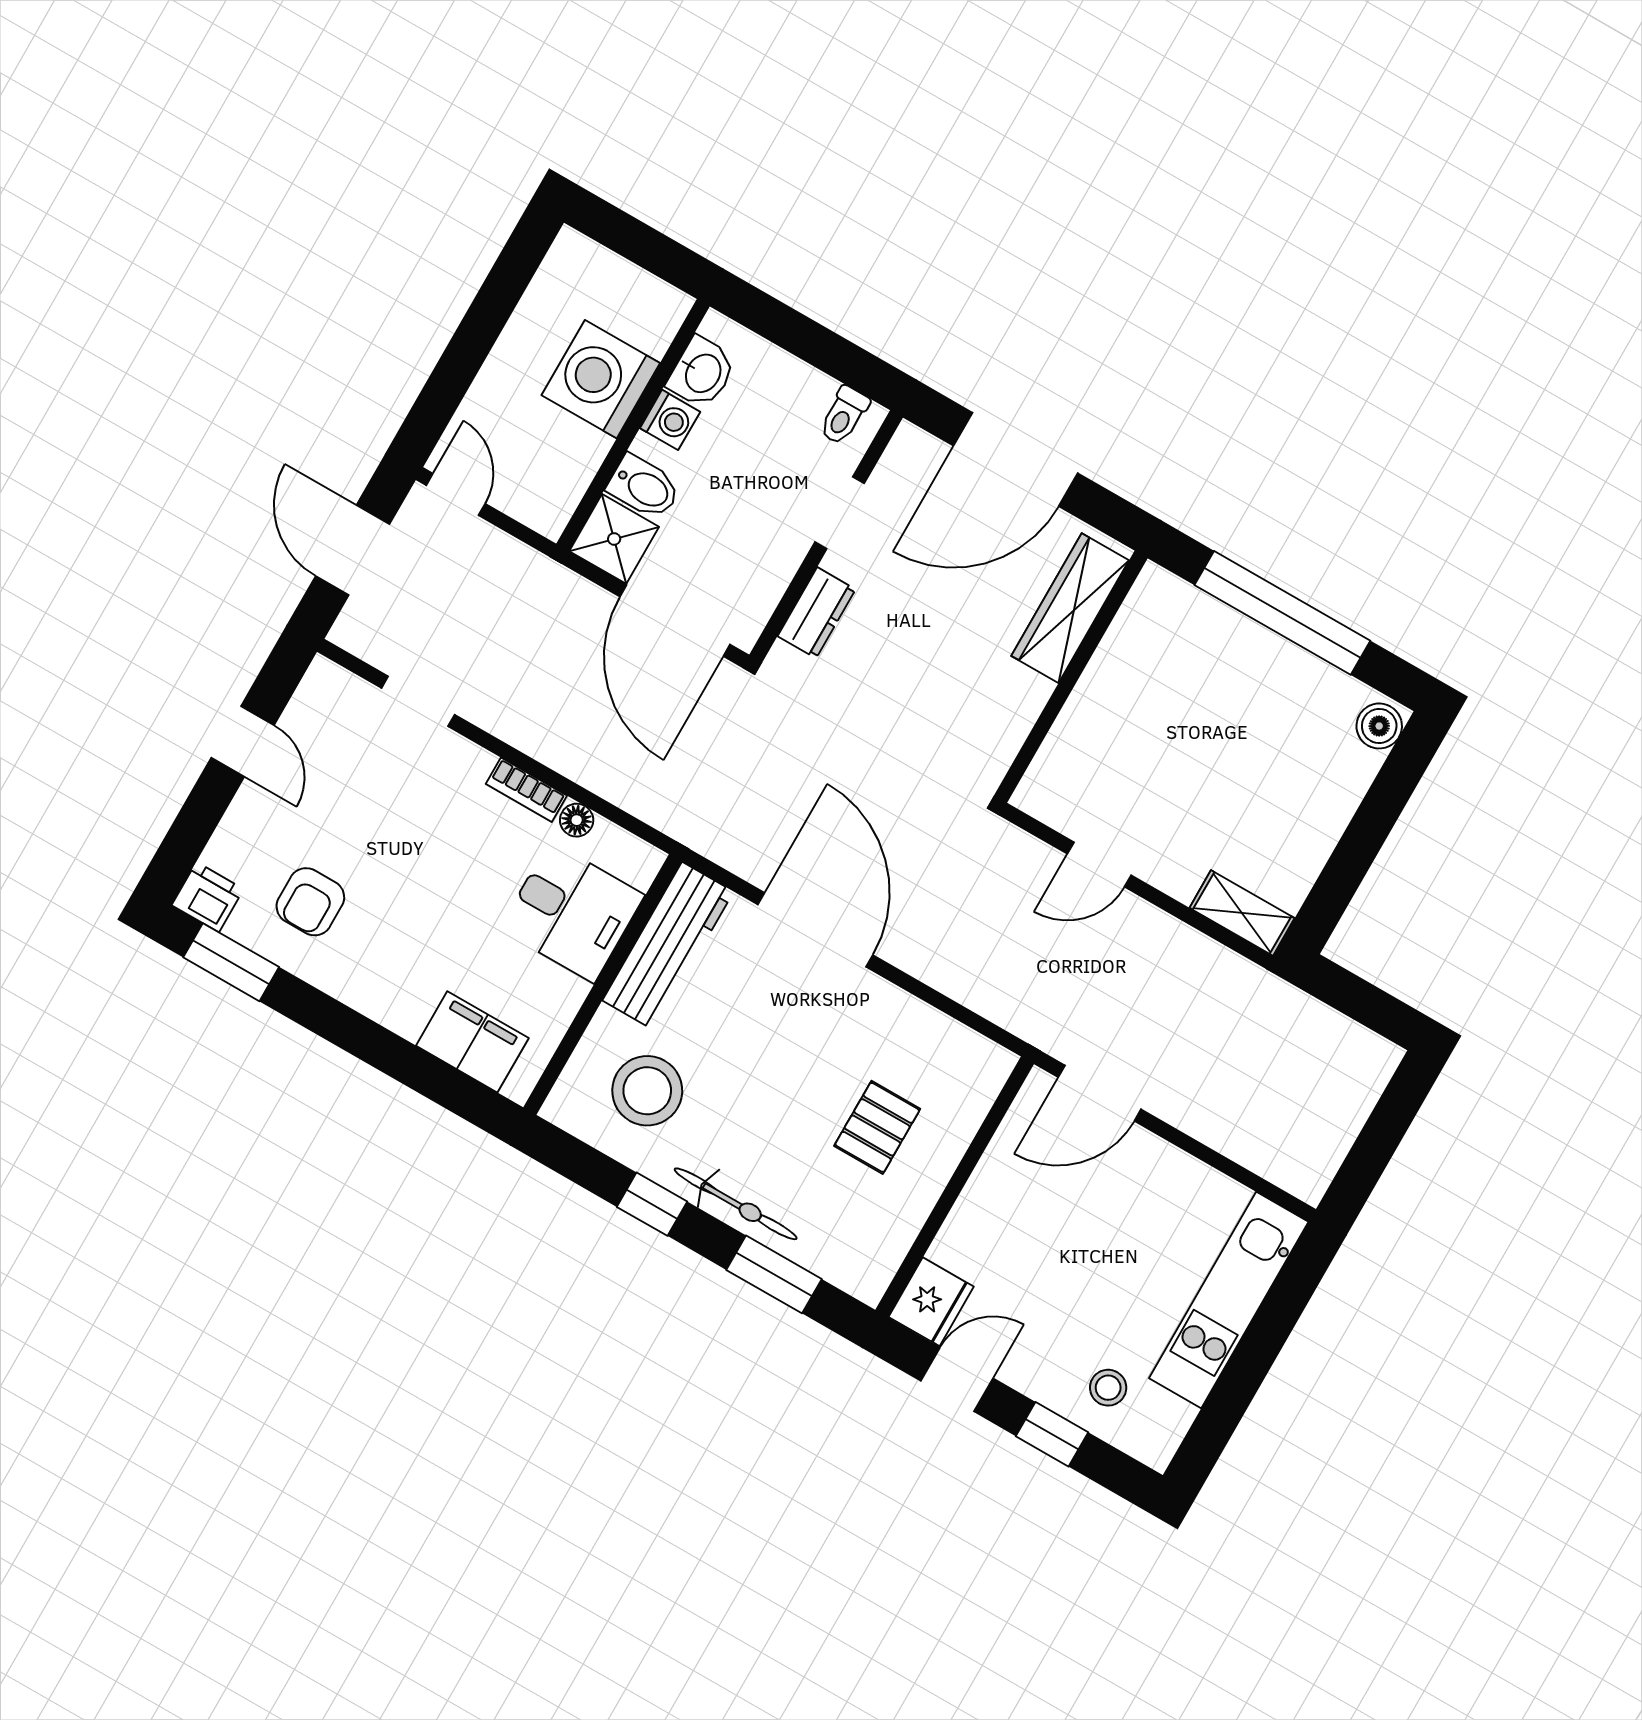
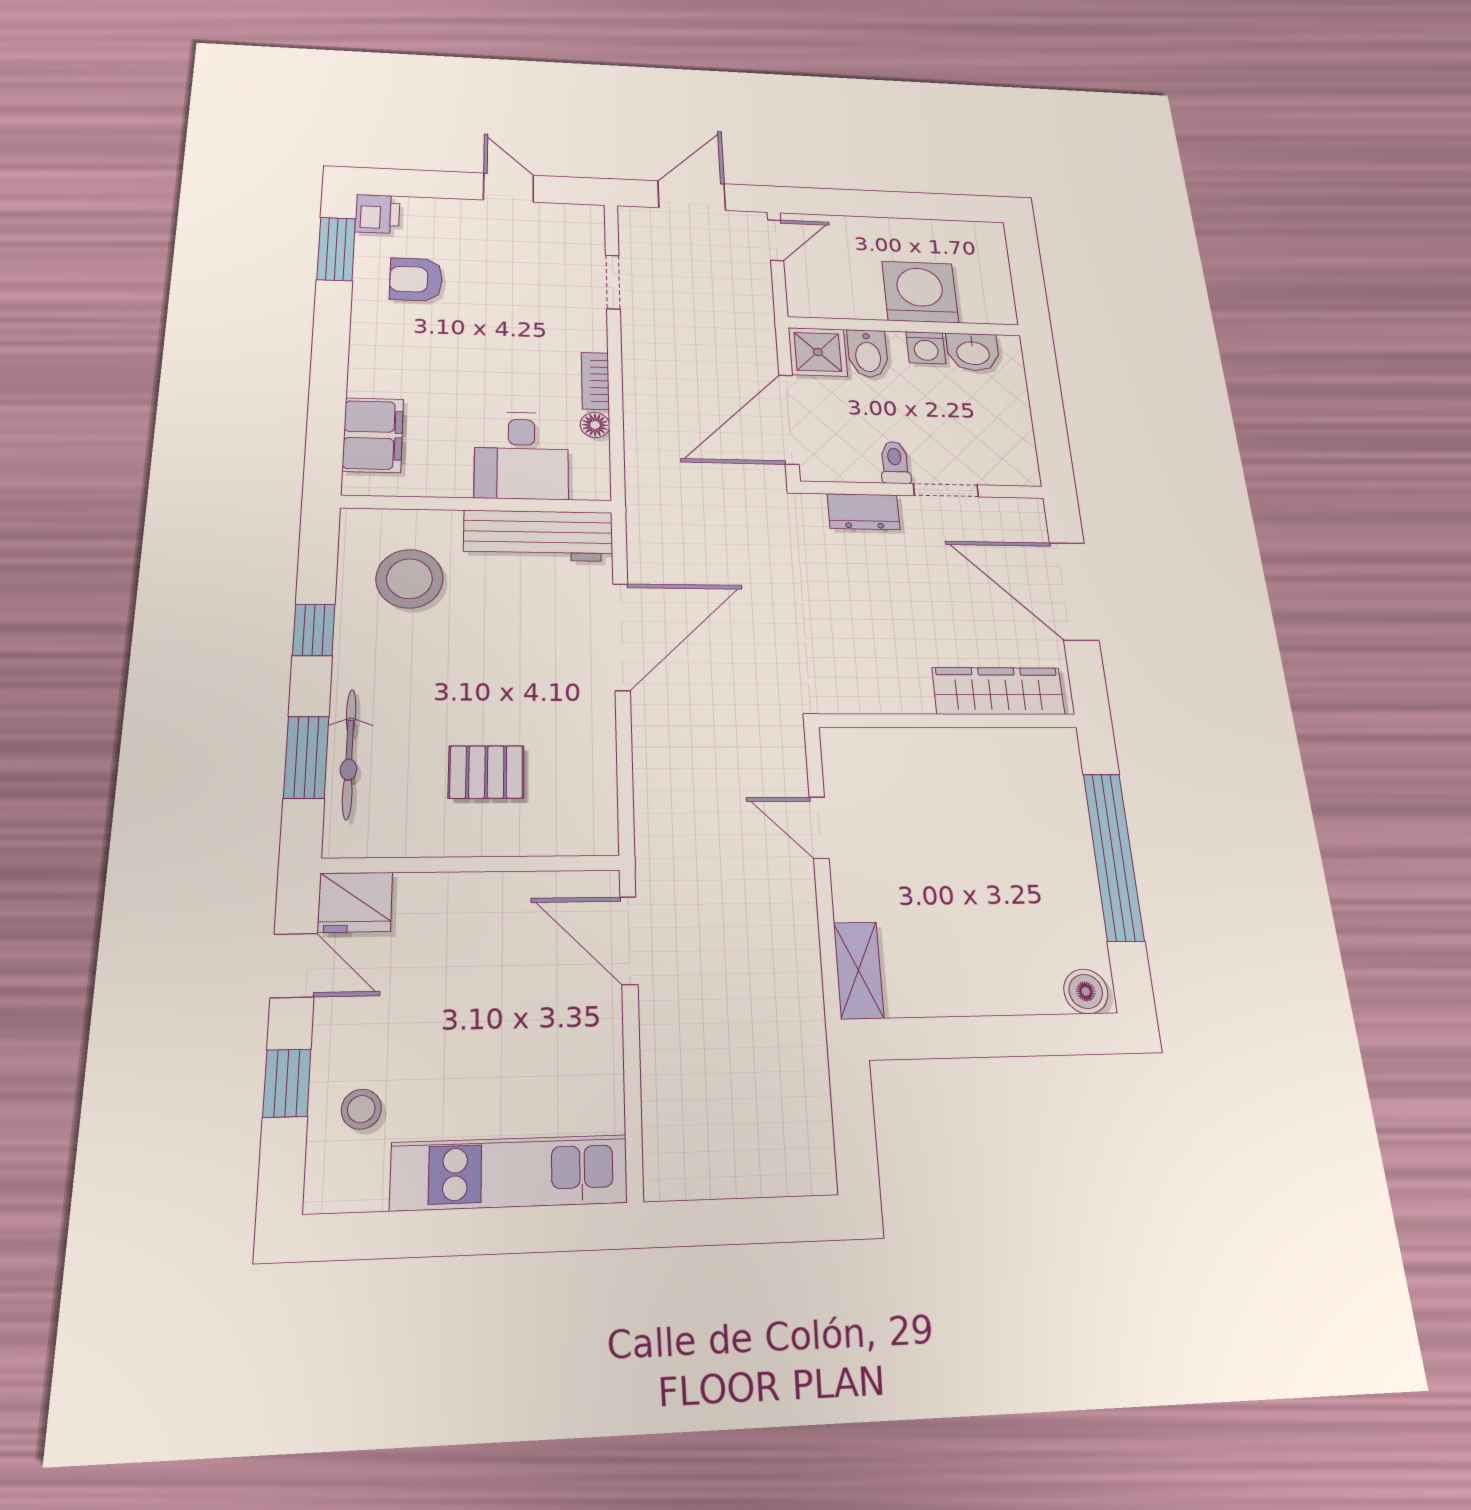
toilet: (844, 415) -> (895, 462), moved, turned 90
door: (243, 741) -> (508, 188), swing flipped
bicycle: (736, 1204) -> (349, 754), moved

